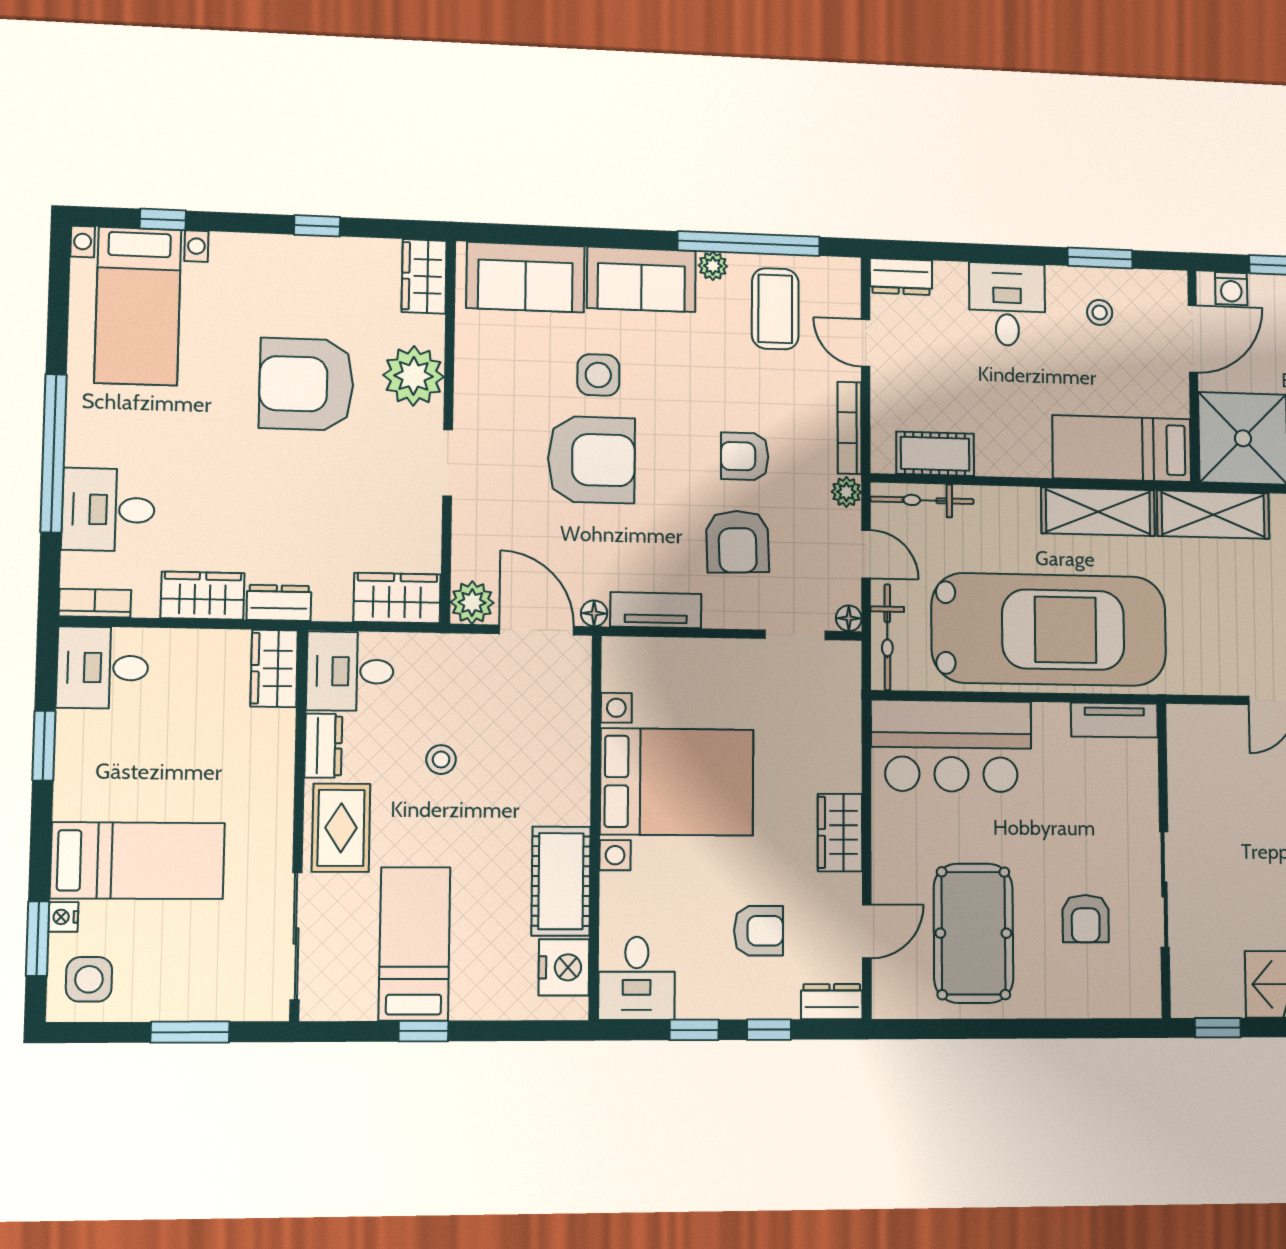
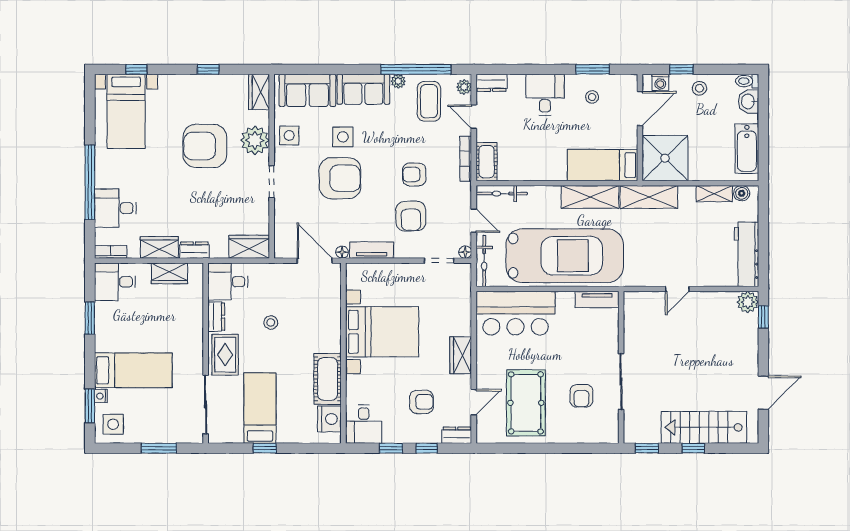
side table: (486, 368) -> (289, 135), added
cot: (935, 454) -> (487, 162), moved, turned 90
plant: (846, 492) -> (464, 87), moved
plant: (472, 603) -> (284, 248), removed
wardrobe: (274, 668) -> (169, 273), moved, turned -90

